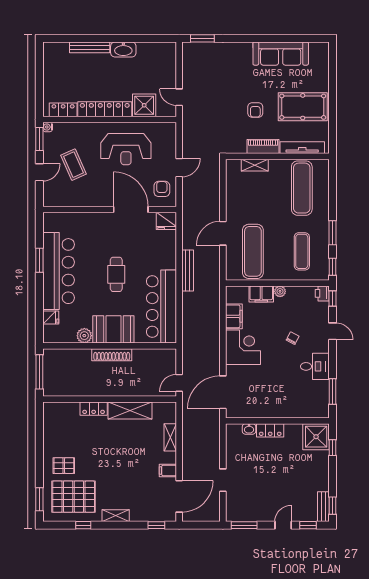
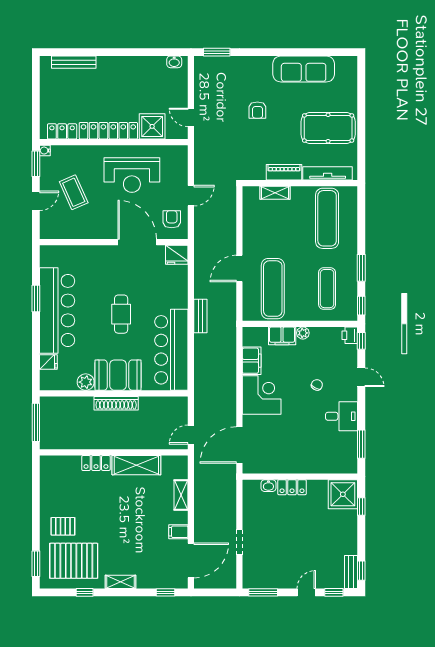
bench: (90, 47) -> (74, 62), moved
washbasin: (123, 49) -> (174, 62), moved, width x0.52, depth x0.69
armchair: (255, 110) -> (257, 110), moved
bench: (188, 271) -> (200, 316), width x0.73

